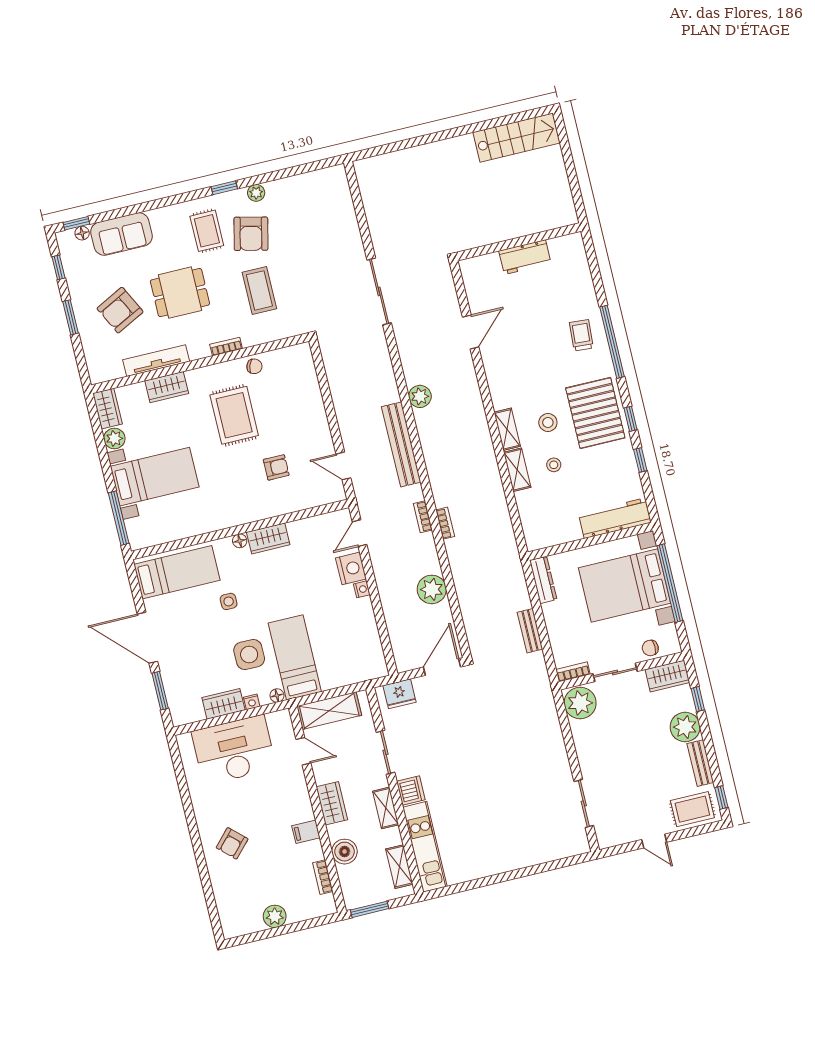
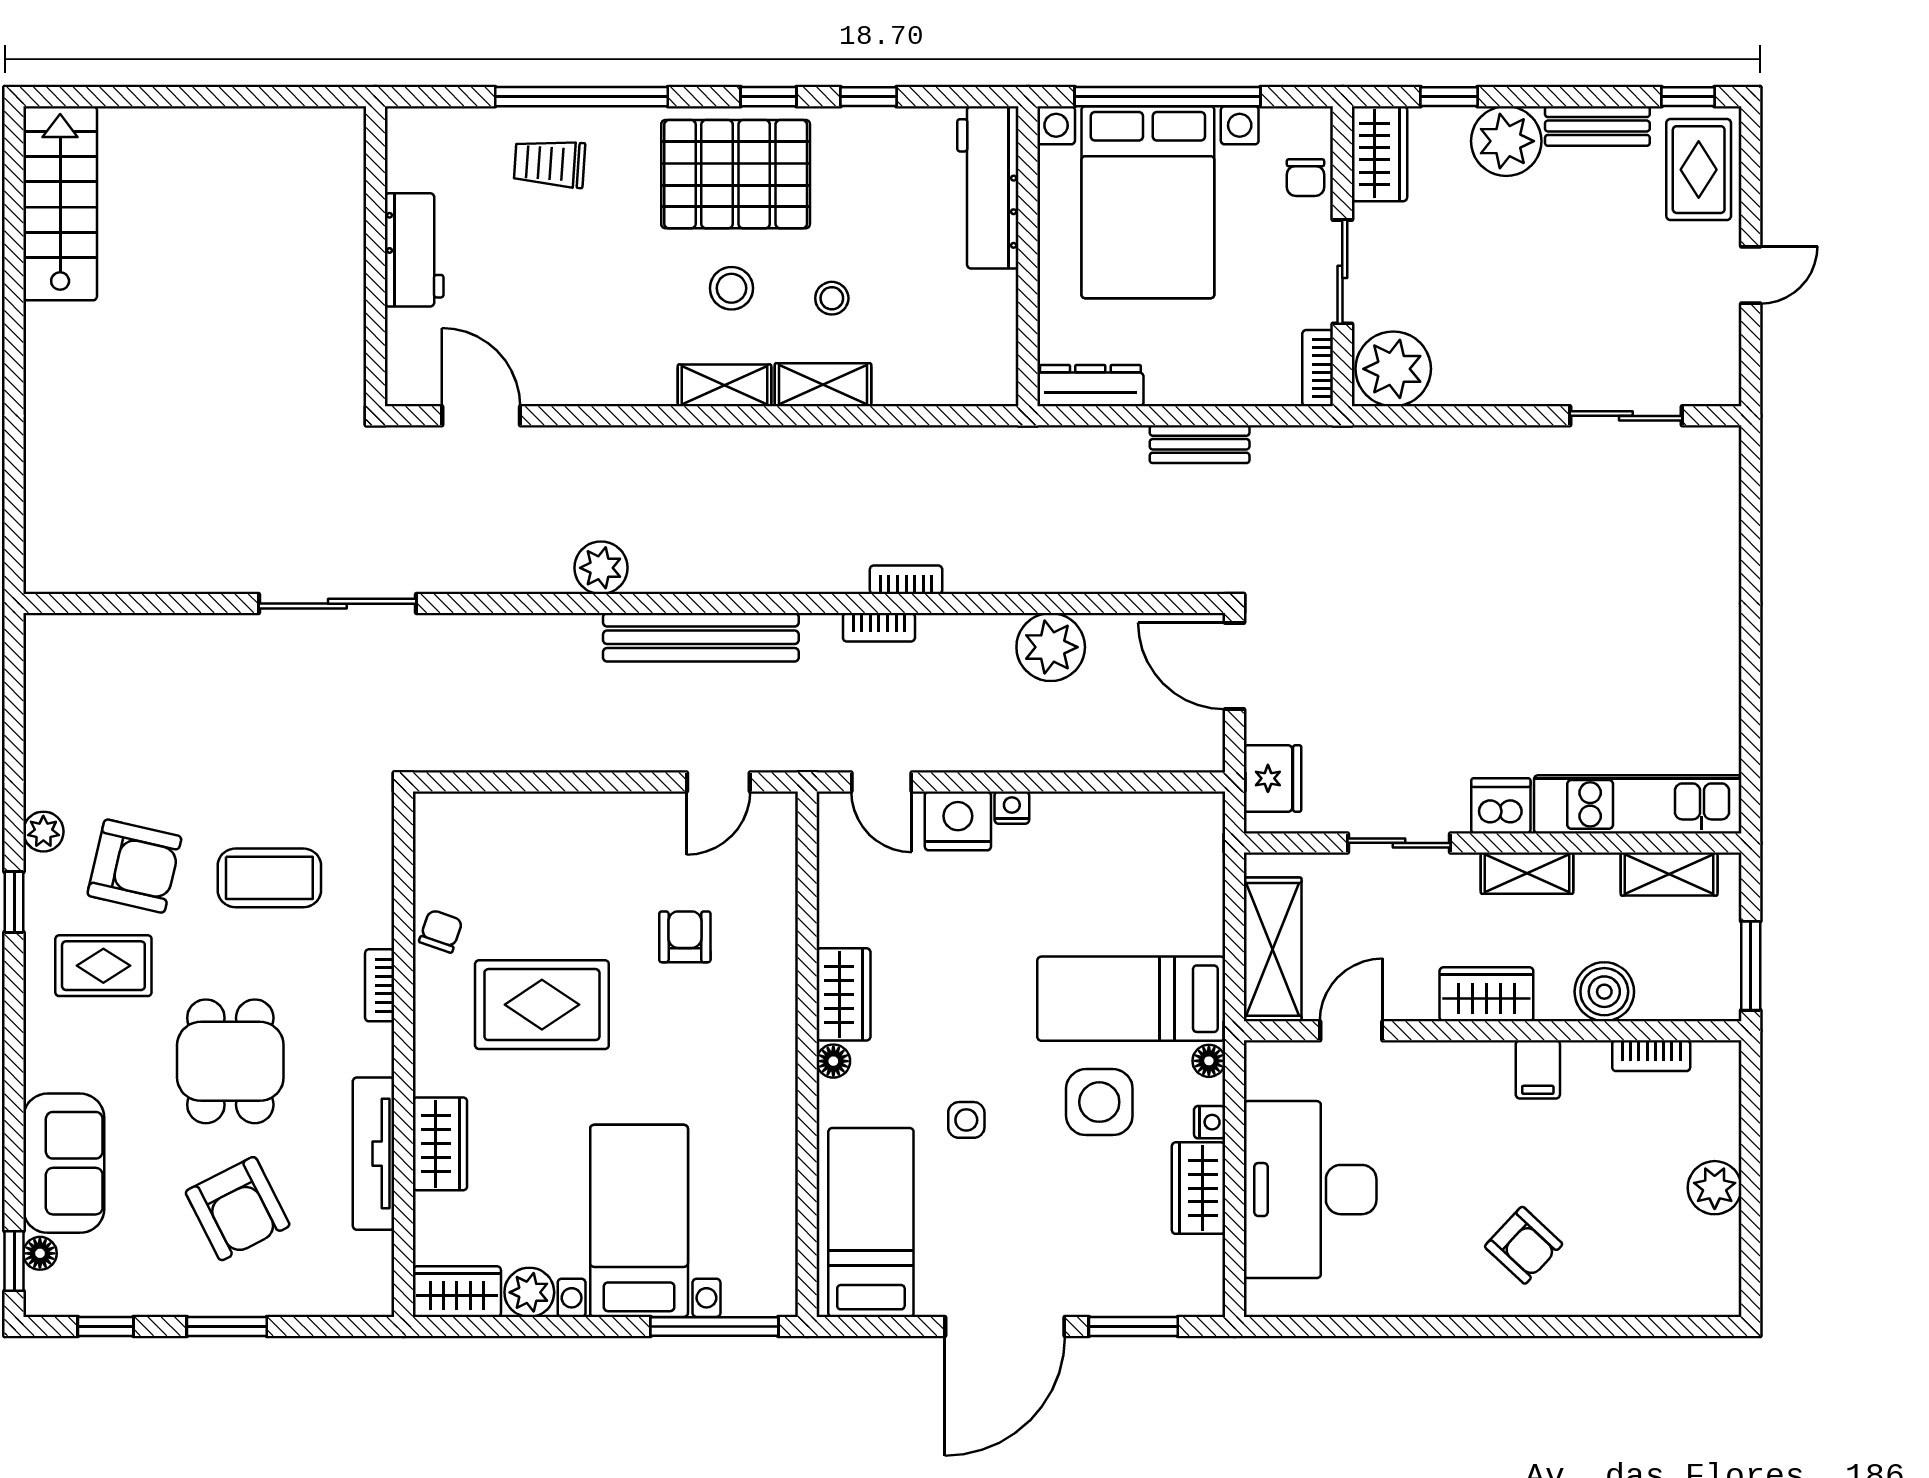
wall: (518, 242) -> (375, 256), moved
workbench: (525, 257) -> (414, 250), moved

